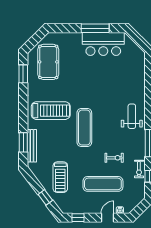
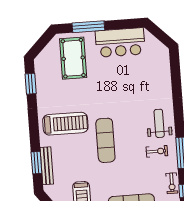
window: (95, 28) -> (88, 27), moved
pool table: (48, 62) -> (73, 58), moved
exercise bike: (114, 158) -> (157, 151), moved

